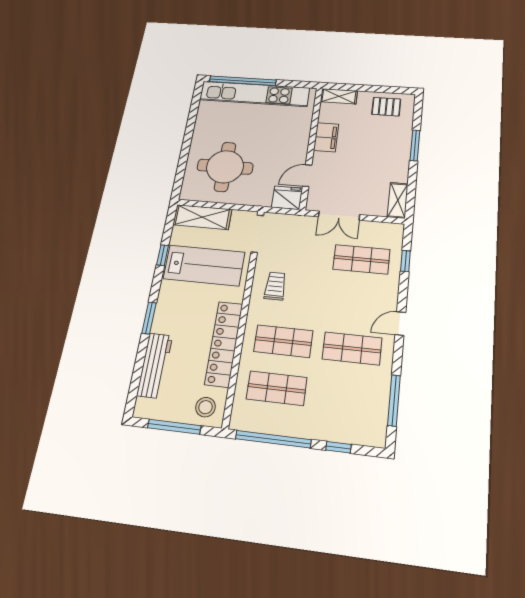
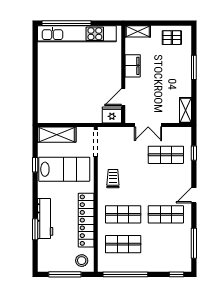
round table: (225, 167) -> (66, 95), removed
window: (149, 318) -> (35, 229), moved
workbench: (155, 365) -> (45, 219), moved
window: (339, 447) -> (176, 274), moved

